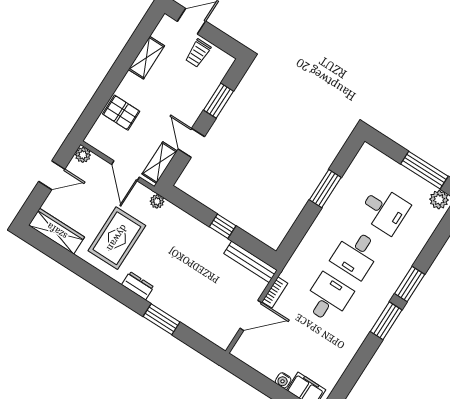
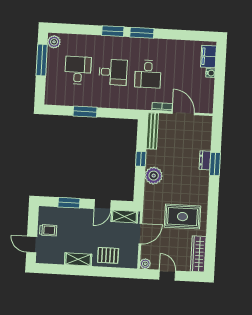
shelving: (146, 58) -> (78, 259), moved
pallet: (121, 113) -> (108, 255), turned 90
plant: (157, 201) -> (154, 176), moved, width x1.87, depth x1.87
dresser: (138, 286) -> (205, 160), moved
desk: (328, 298) -> (148, 74), turned -90

